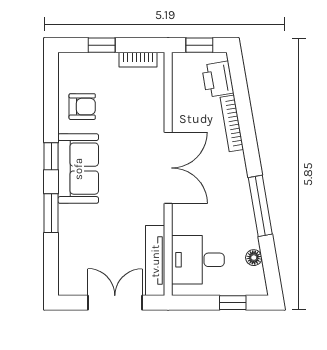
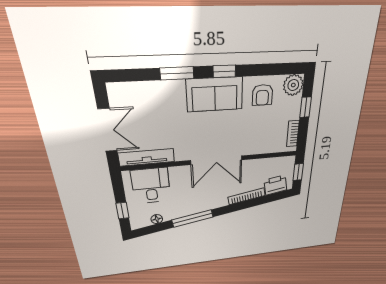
plant: (72, 66) -> (293, 85), added

